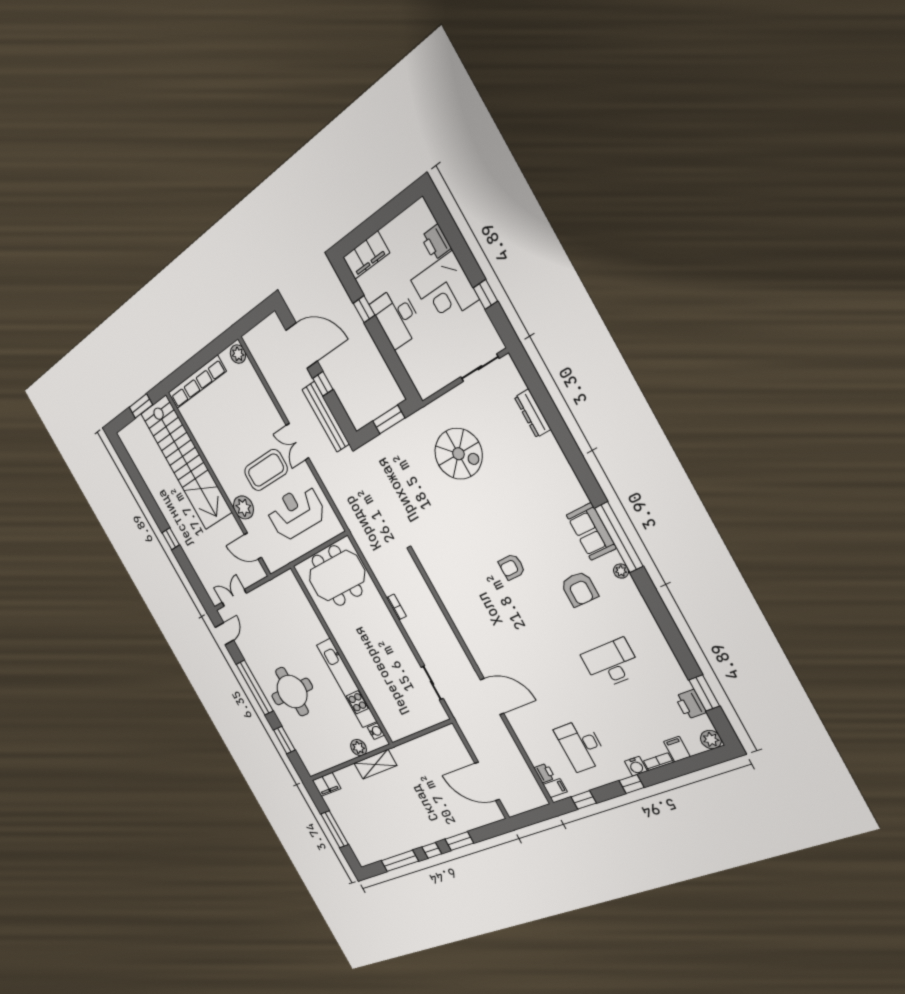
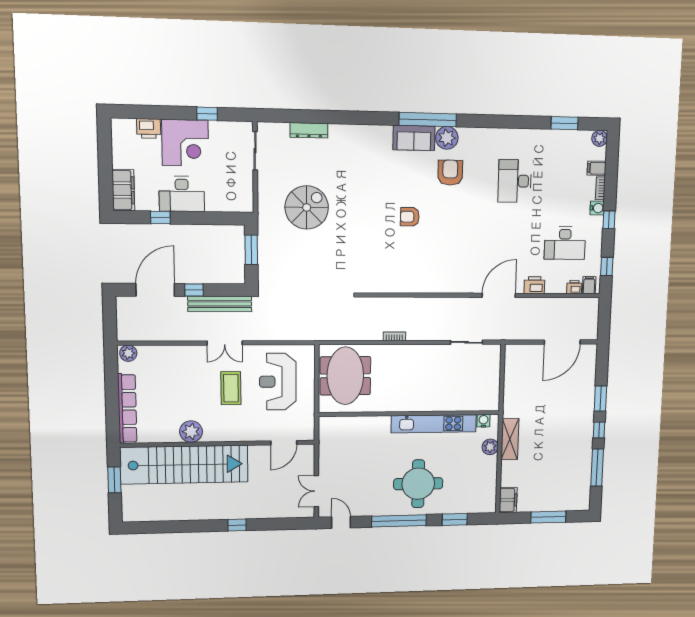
coffee table: (266, 470) -> (231, 388), width x0.73, depth x0.76
plant: (243, 507) -> (191, 432), moved
armchair: (512, 567) -> (410, 217), turned 90
plant: (621, 571) -> (447, 138), width x1.87, depth x1.87
armchair: (579, 589) -> (450, 173), turned -90
printer: (690, 704) -> (534, 285), moved, turned 180

